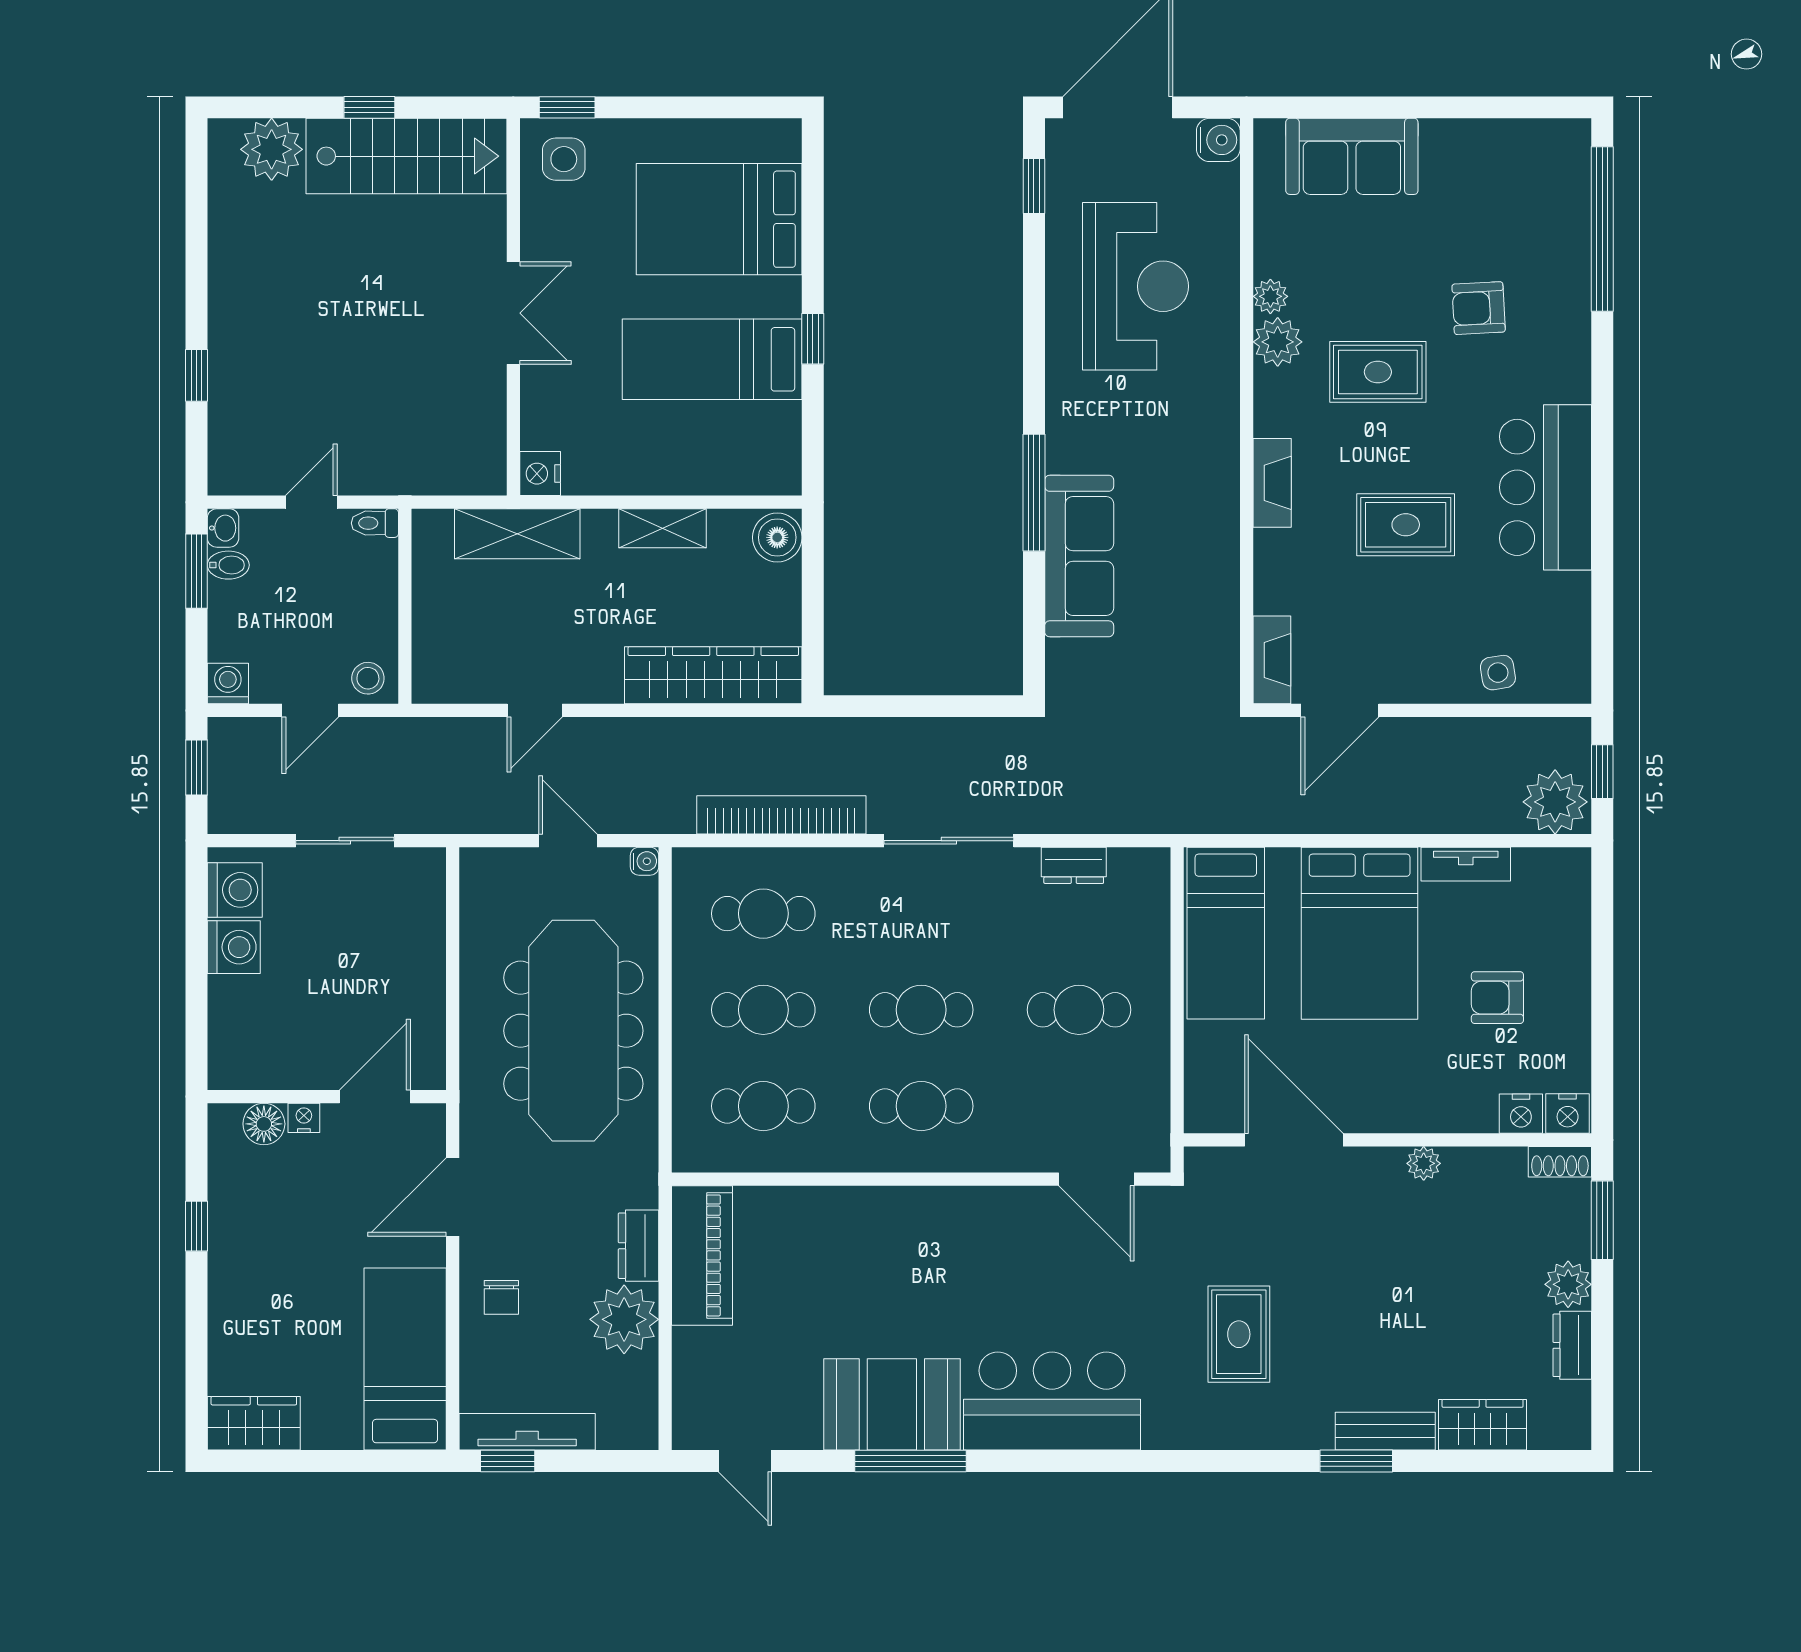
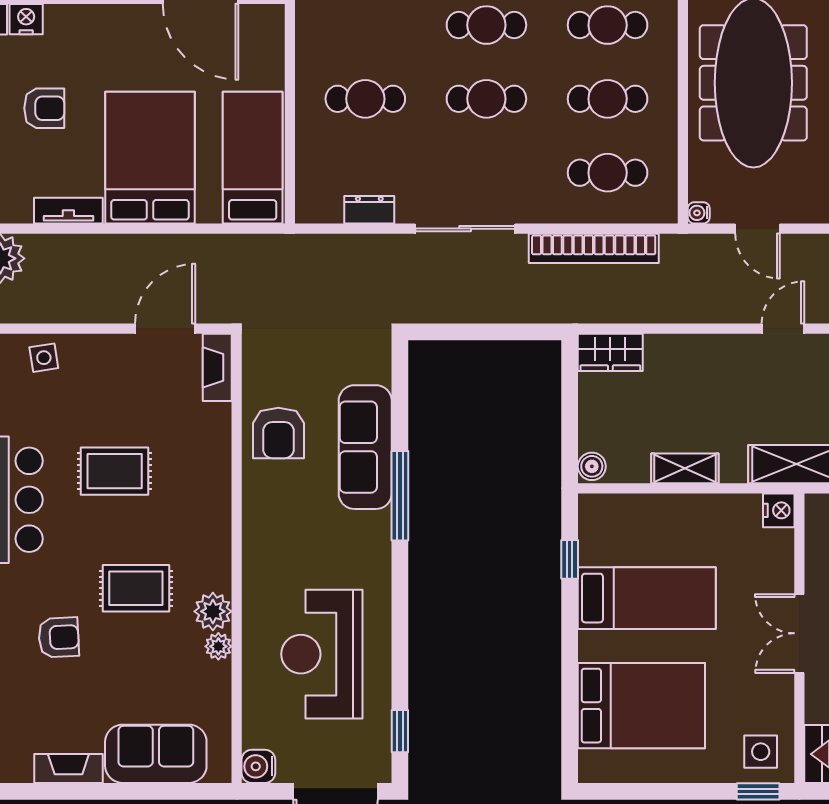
window: (813, 339) -> (570, 559), moved
fireplace: (1272, 483) -> (68, 769), moved, turned 90
boiler: (777, 537) -> (592, 466), width x0.73, depth x0.73
armchair: (1192, 574) -> (278, 433), added
wardrobe: (713, 675) -> (610, 352), width x0.48, depth x0.85

